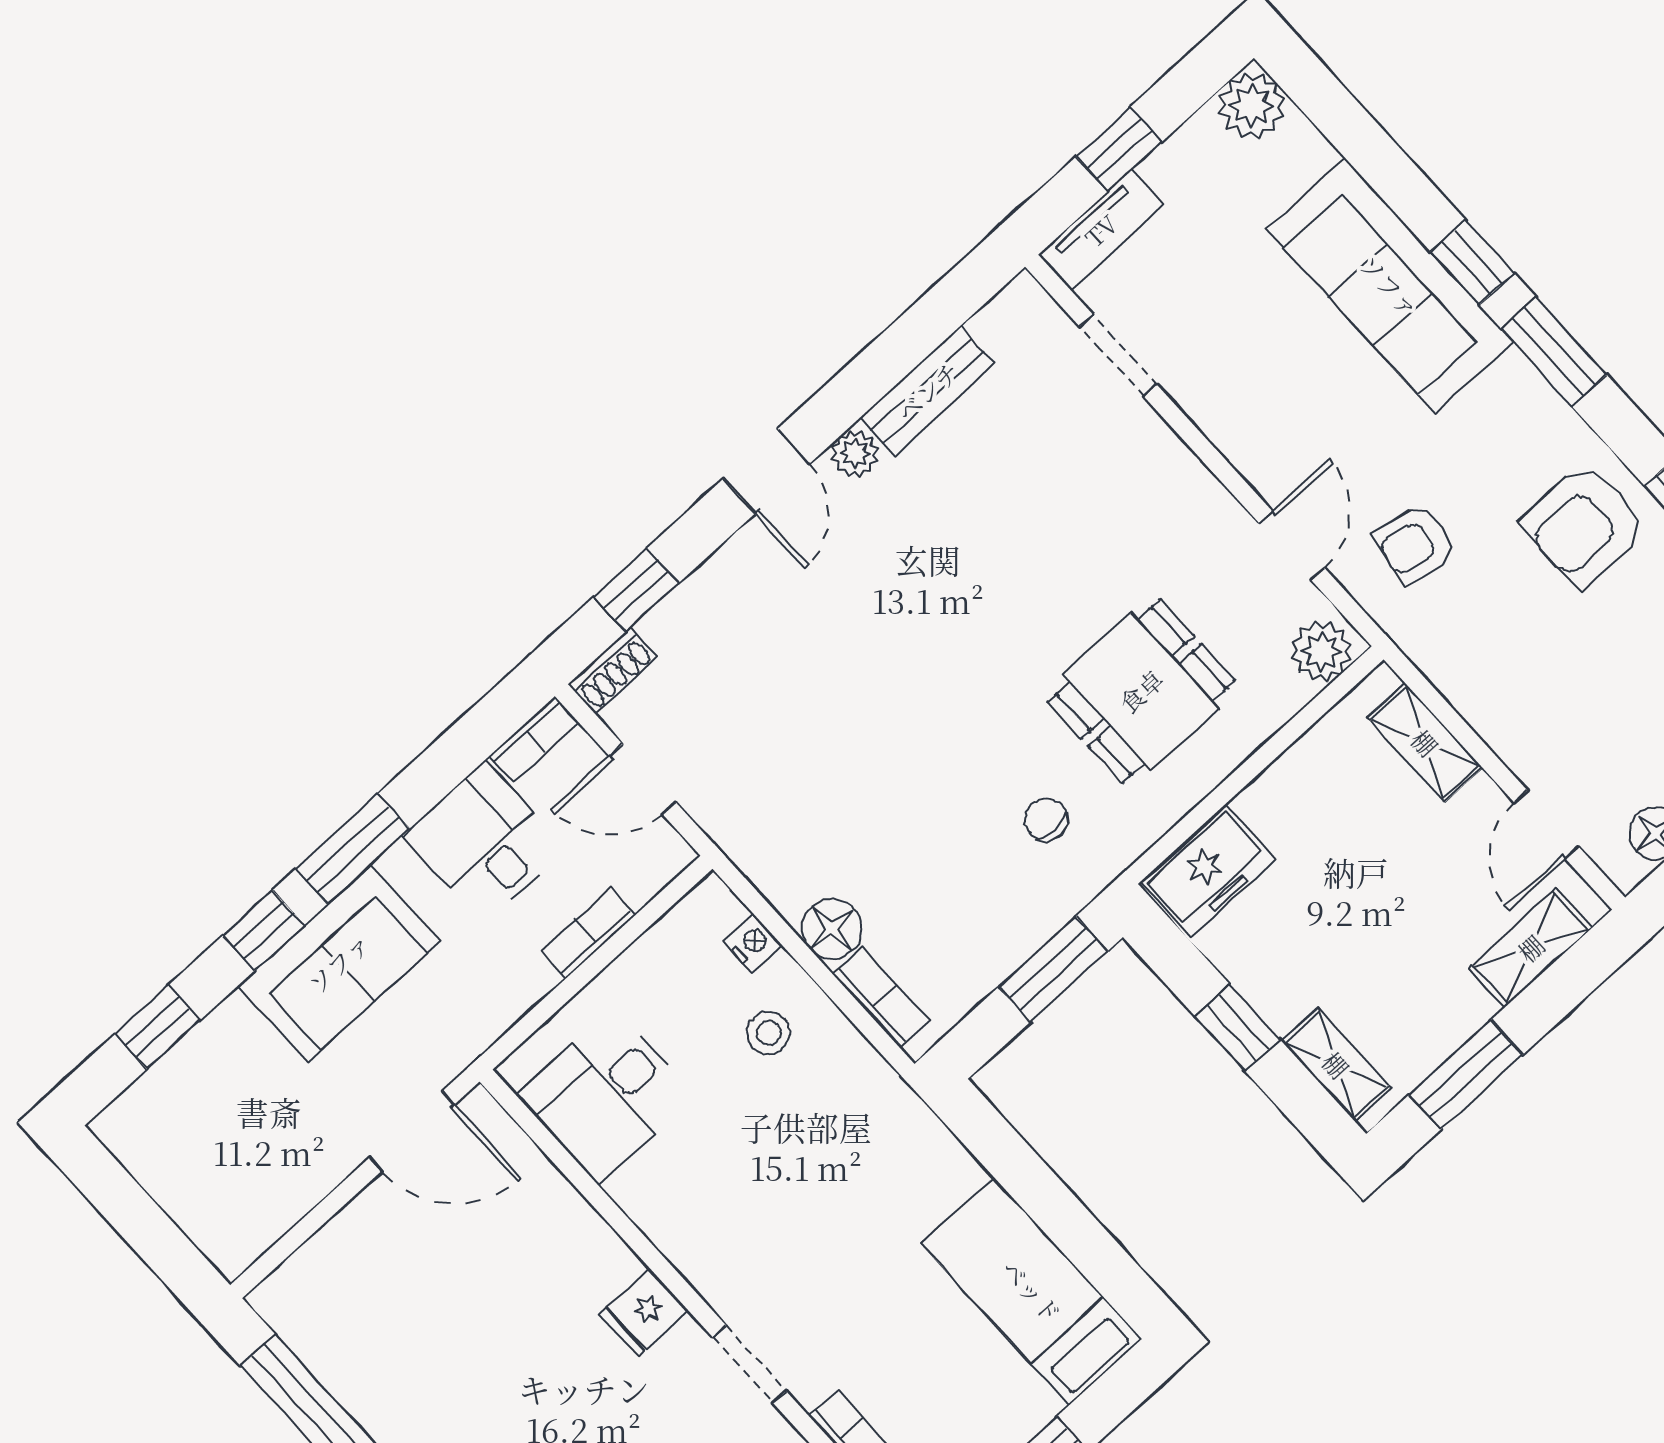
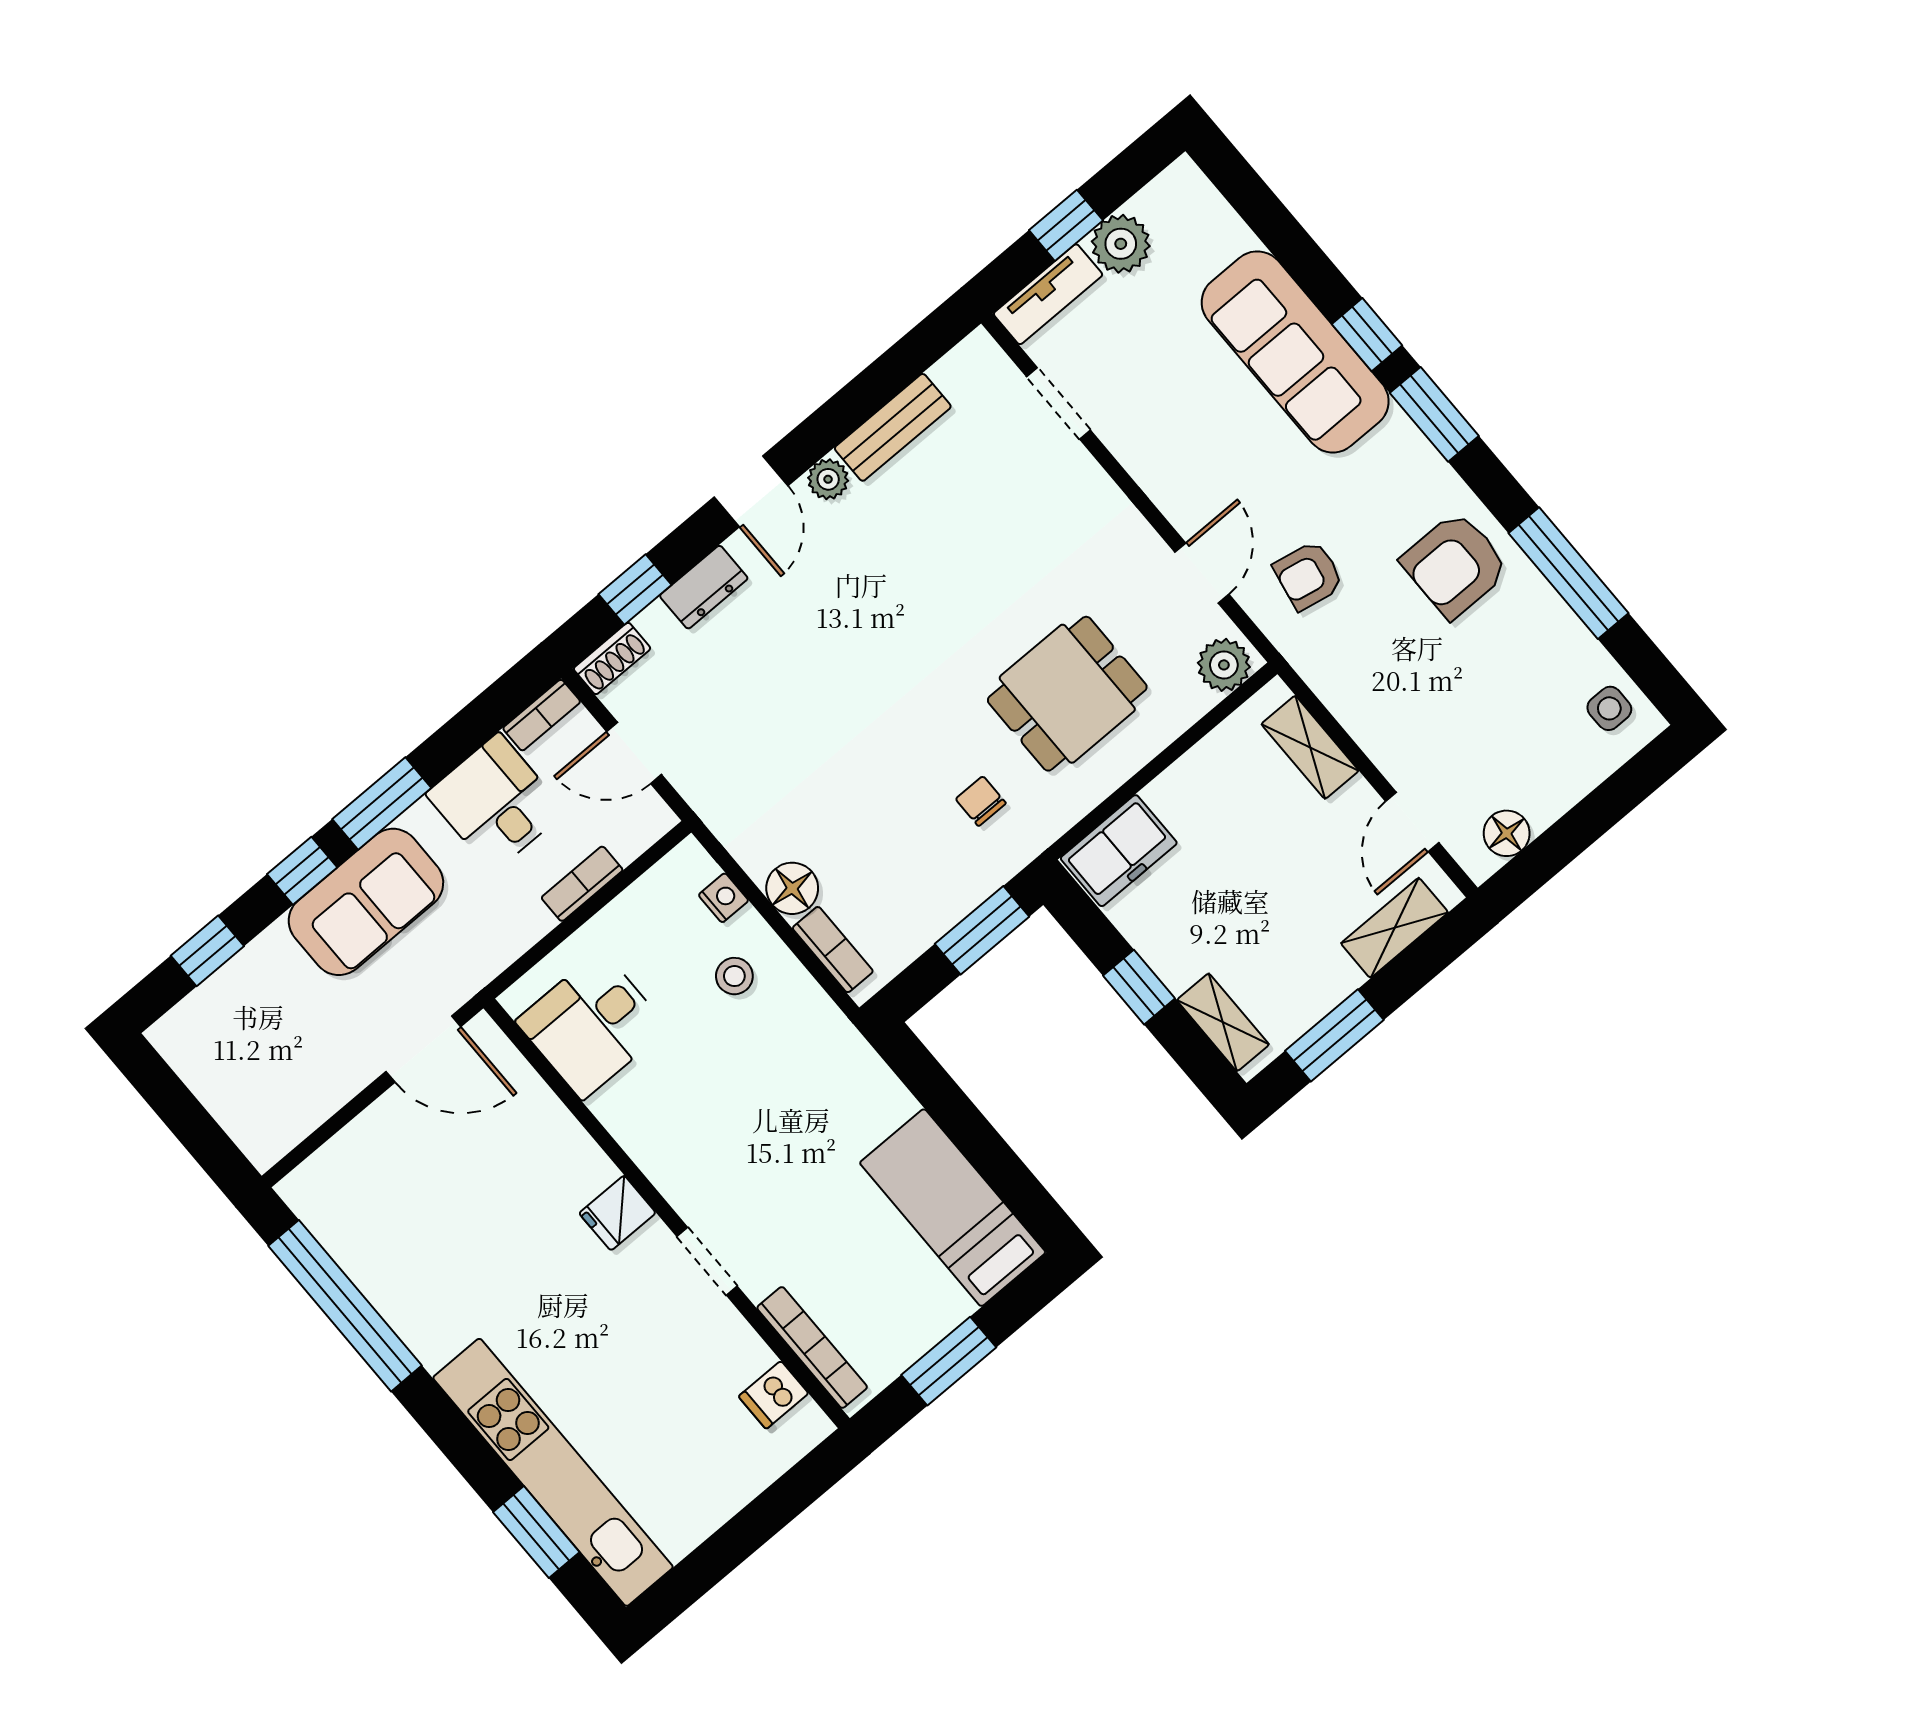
plant: (1252, 106) -> (1121, 244), moved
dresser: (716, 584) -> (704, 587), added

